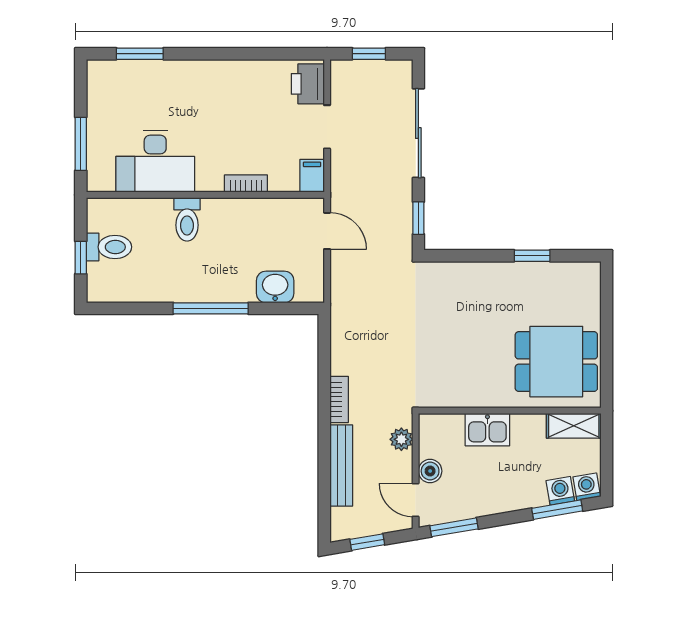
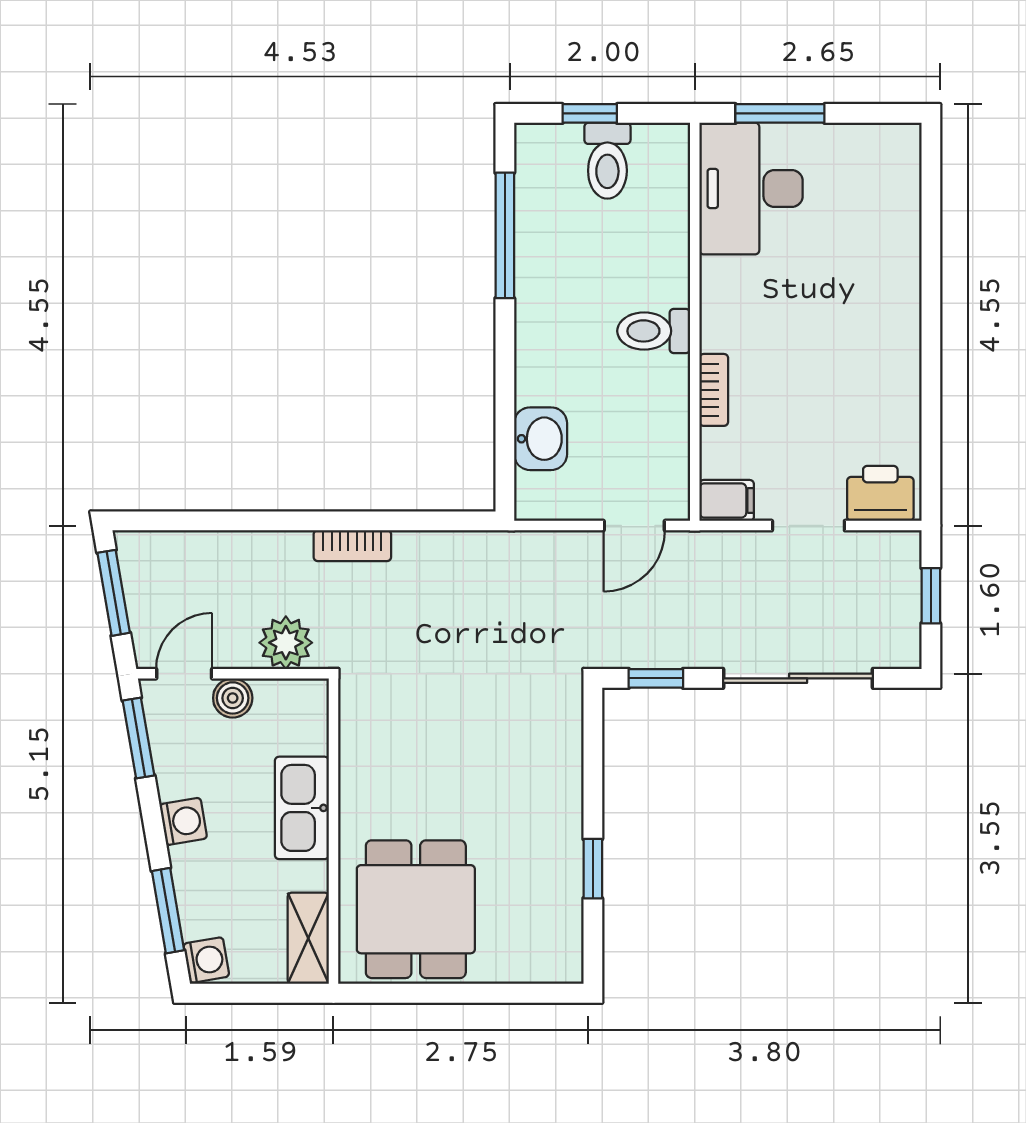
window: (140, 54) -> (931, 212), removed
desk: (155, 161) -> (751, 189), moved
toilet: (187, 219) -> (654, 331), moved
window: (211, 308) -> (505, 235), moved
kitchen sink: (487, 430) -> (302, 808), width x1.38
plant: (401, 439) -> (286, 643), width x1.38, depth x1.38
bench: (341, 465) -> (242, 549), removed
washing machine: (560, 491) -> (183, 821), moved
window: (367, 542) -> (114, 593), width x1.50

